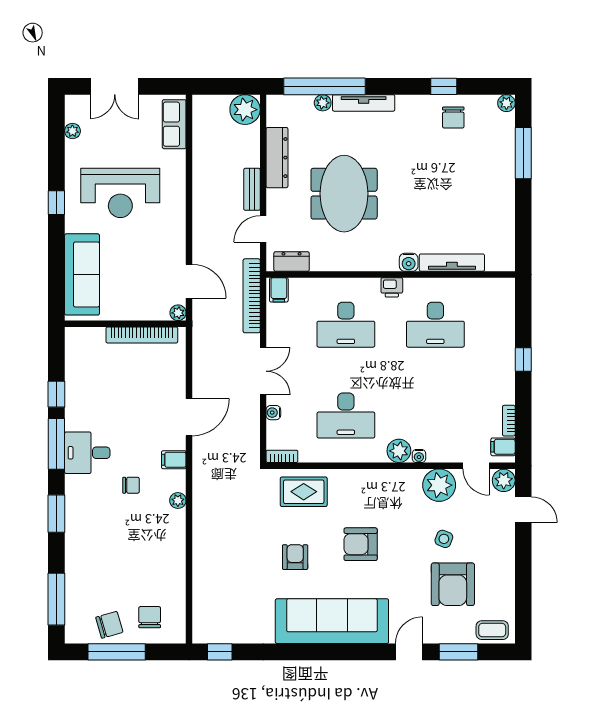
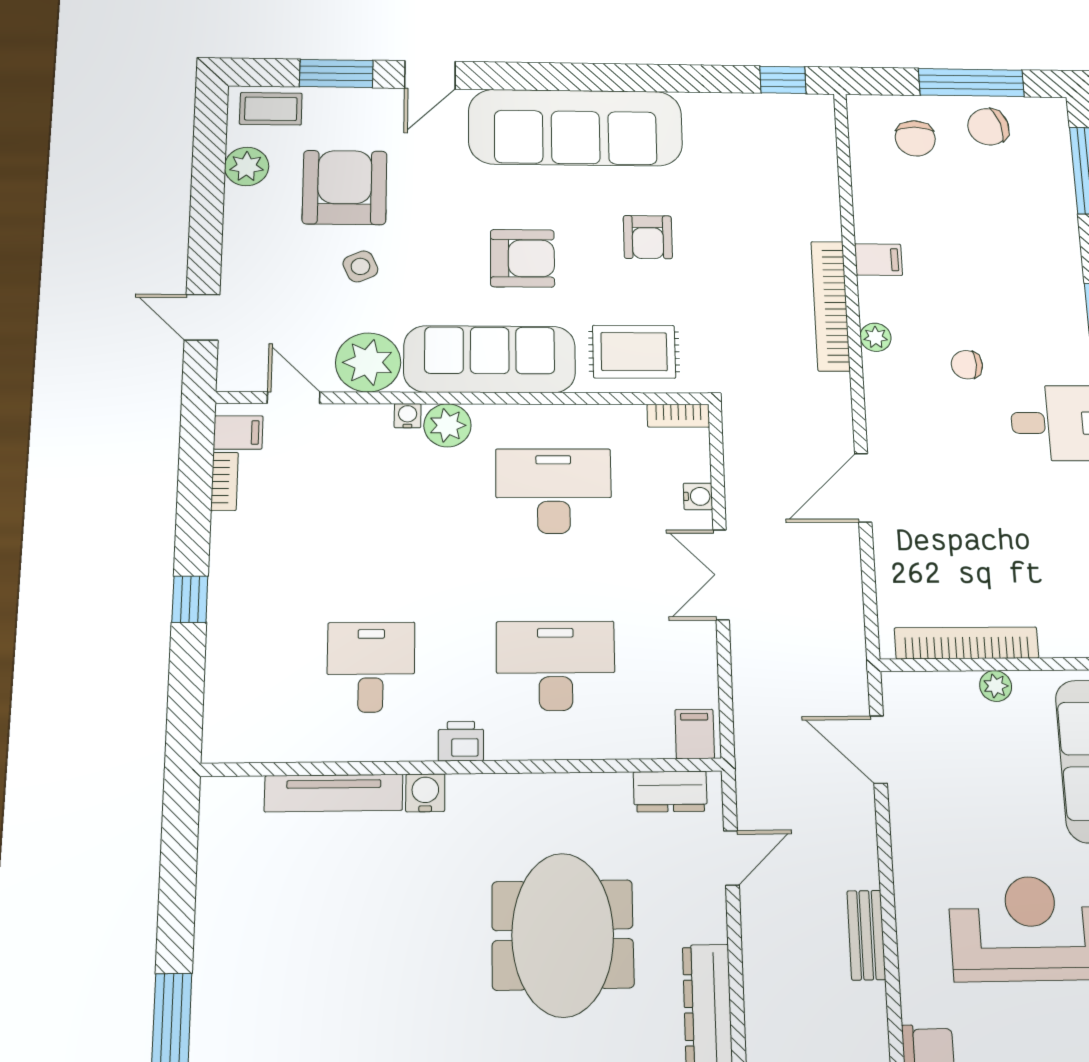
bench: (252, 189) -> (866, 935), moved
bookcase: (252, 296) -> (831, 306), moved, turned 180
plant: (178, 313) -> (996, 686), moved
desk: (435, 325) -> (371, 667), width x0.73
filing cabinet: (174, 460) -> (879, 260), moved
plant: (504, 480) -> (247, 166), moved
sofa: (378, 487) -> (490, 359), added
side table: (444, 539) -> (360, 266), turned 45

